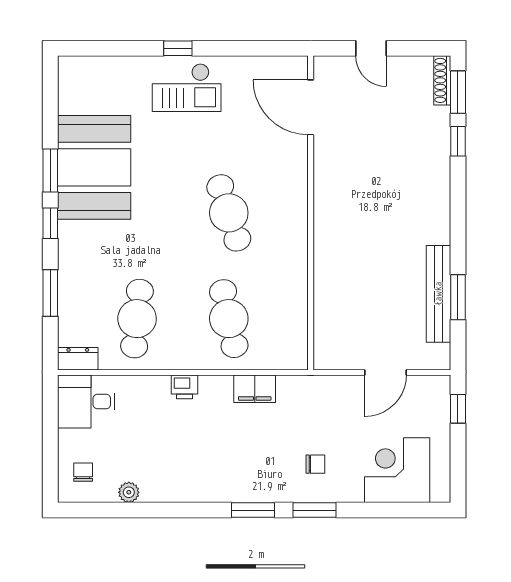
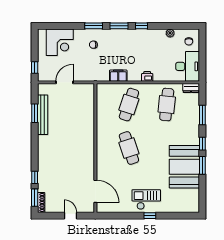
cafe table: (229, 319) -> (129, 105), turned 30
desk: (86, 402) -> (188, 66), width x1.37
window: (198, 510) -> (141, 26), added

